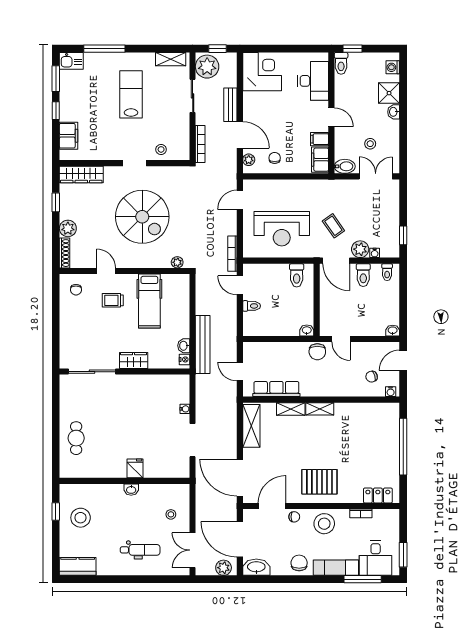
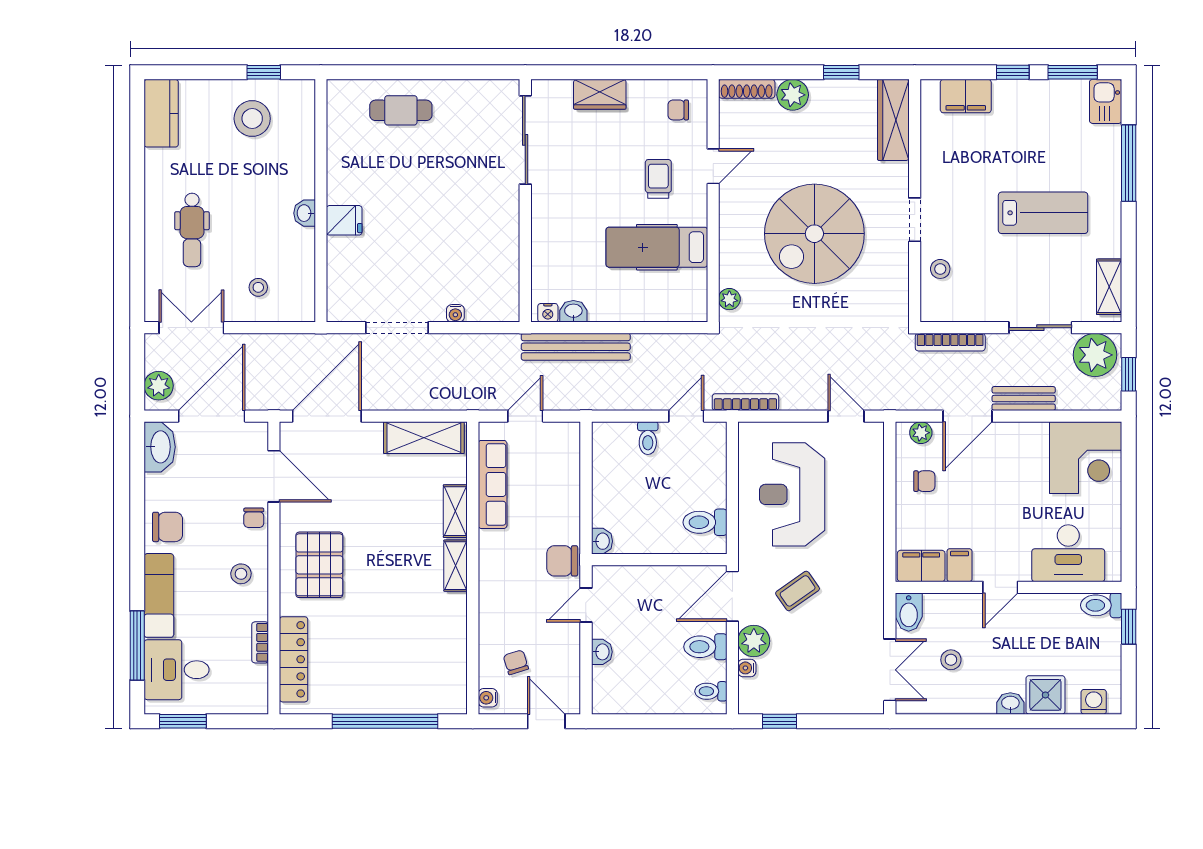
washbasin: (393, 331) -> (602, 652), moved
wardrobe: (134, 360) -> (600, 94), moved, turned 90
locker: (378, 496) -> (294, 659), width x1.53
stool: (324, 524) -> (241, 574), width x0.53, depth x0.53

